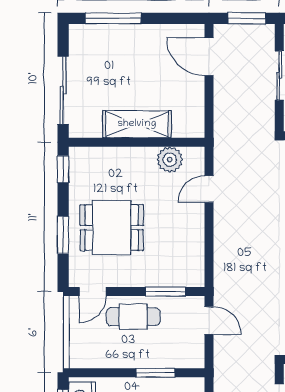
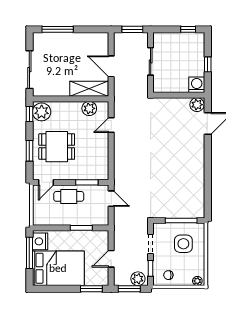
door: (209, 57) -> (111, 66), moved
shelving: (137, 124) -> (89, 89), moved
plant: (85, 166) -> (42, 112), added

